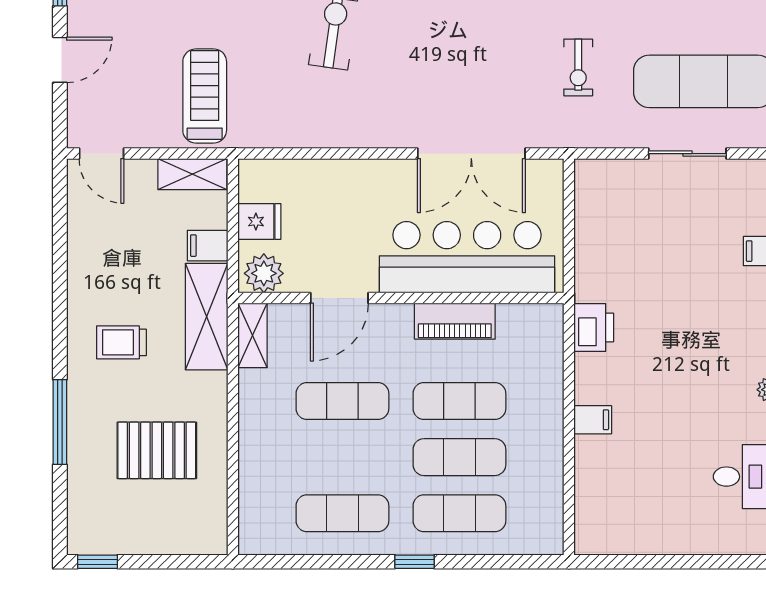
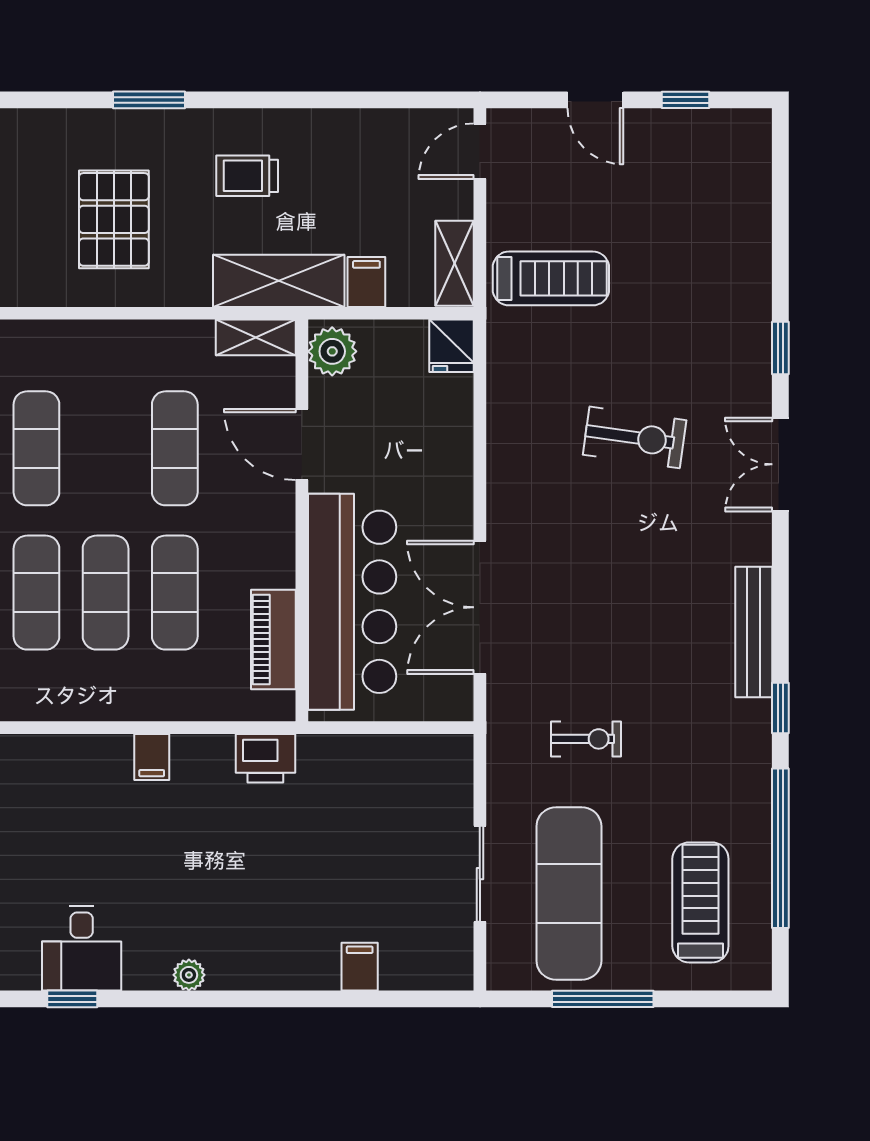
exercise bike: (578, 67) -> (586, 739), turned 180
fridge: (259, 222) -> (452, 346), moved
piano: (455, 321) -> (273, 639), moved
trolley: (121, 342) -> (247, 176), turned -90
window: (60, 422) -> (149, 100), width x0.69

